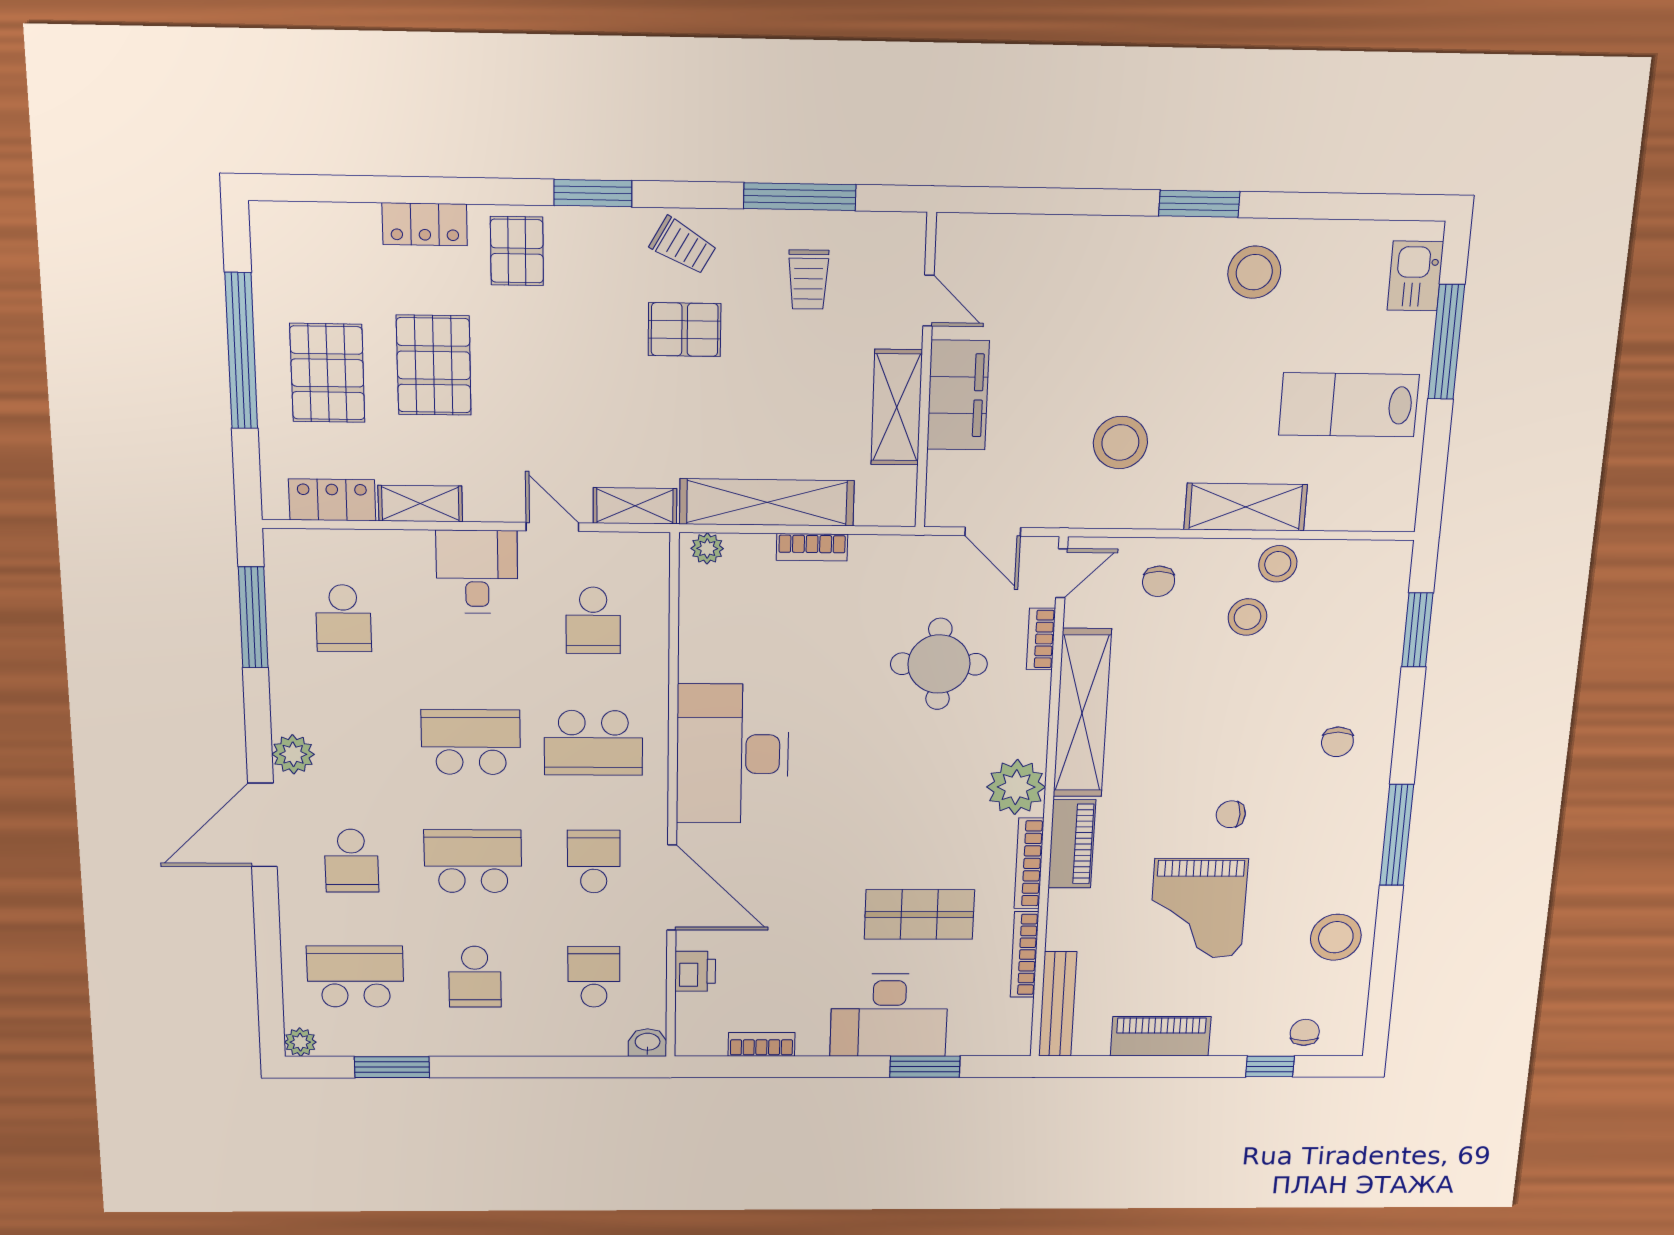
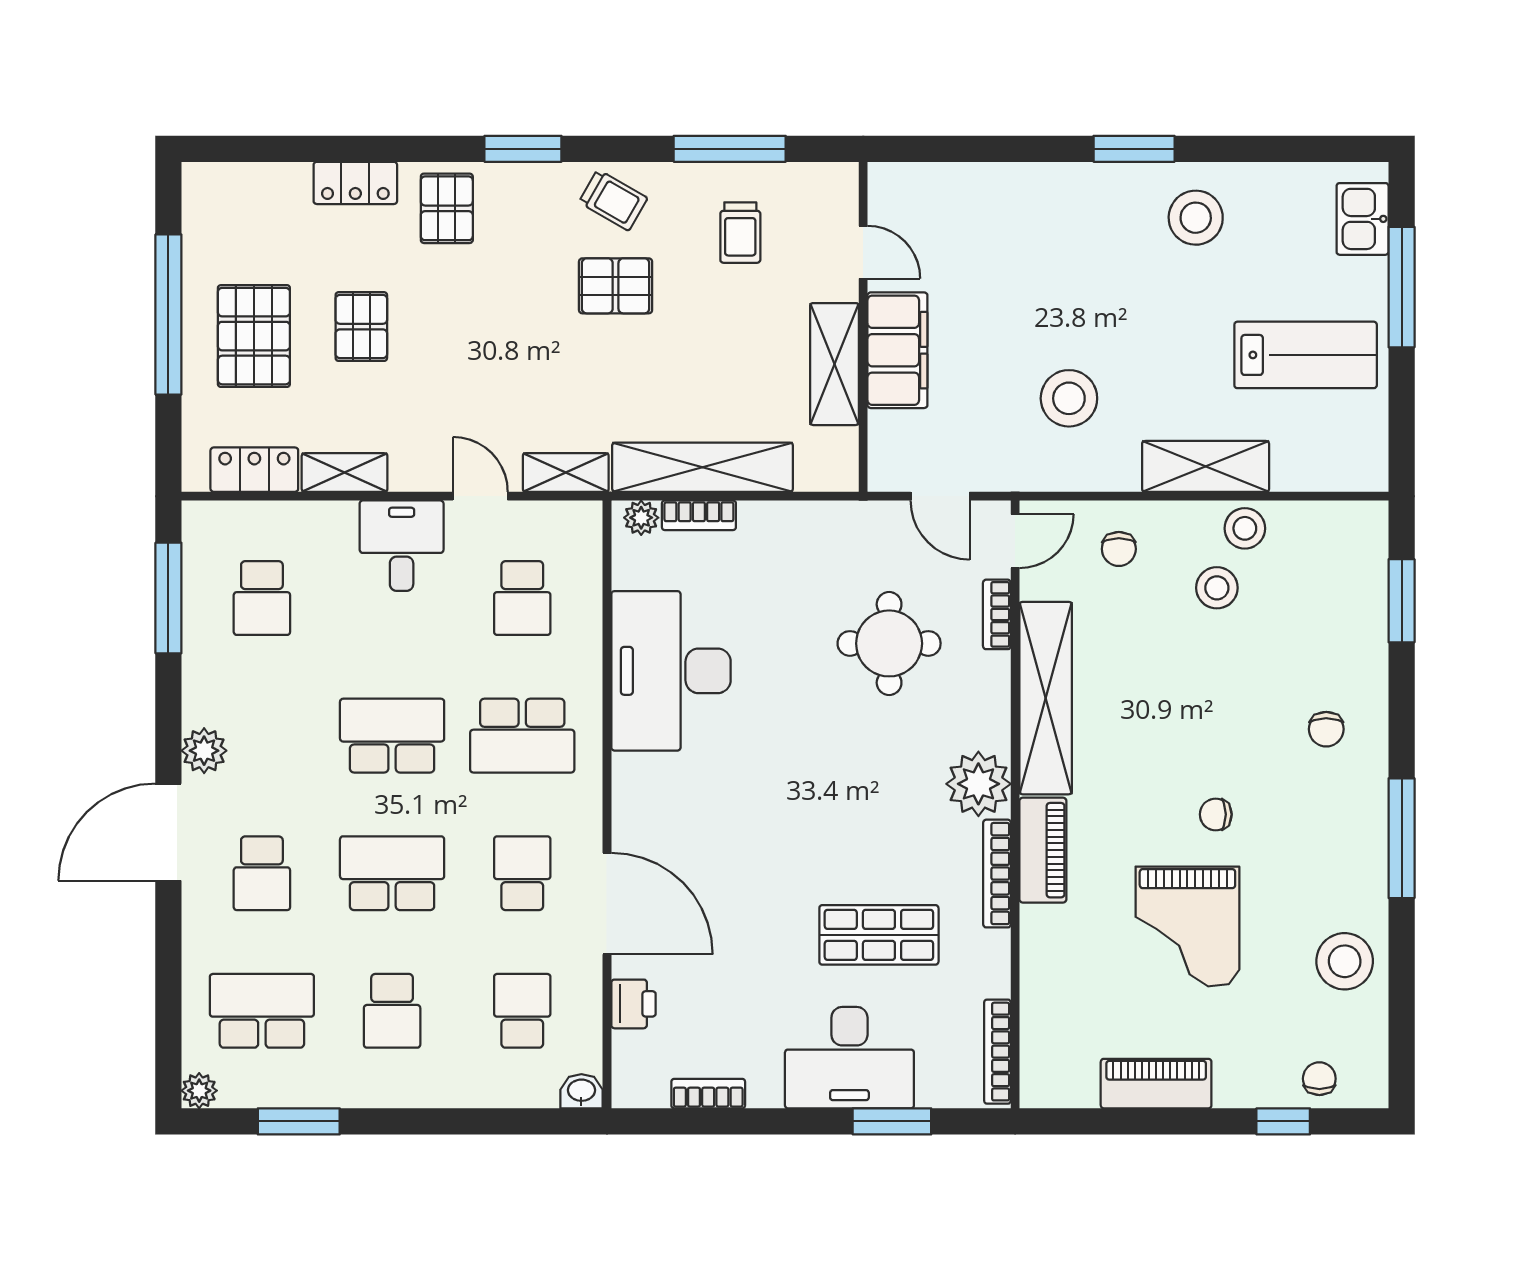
pallet: (434, 365) -> (361, 327), width x0.67, depth x0.71
lab bench: (1349, 405) -> (1306, 355), turned 180
bookcase: (812, 547) -> (699, 515), moved
desk: (733, 754) -> (671, 671), moved
bookcase: (1024, 954) -> (997, 1052), moved
bench: (1058, 1004) -> (1038, 1044), removed

